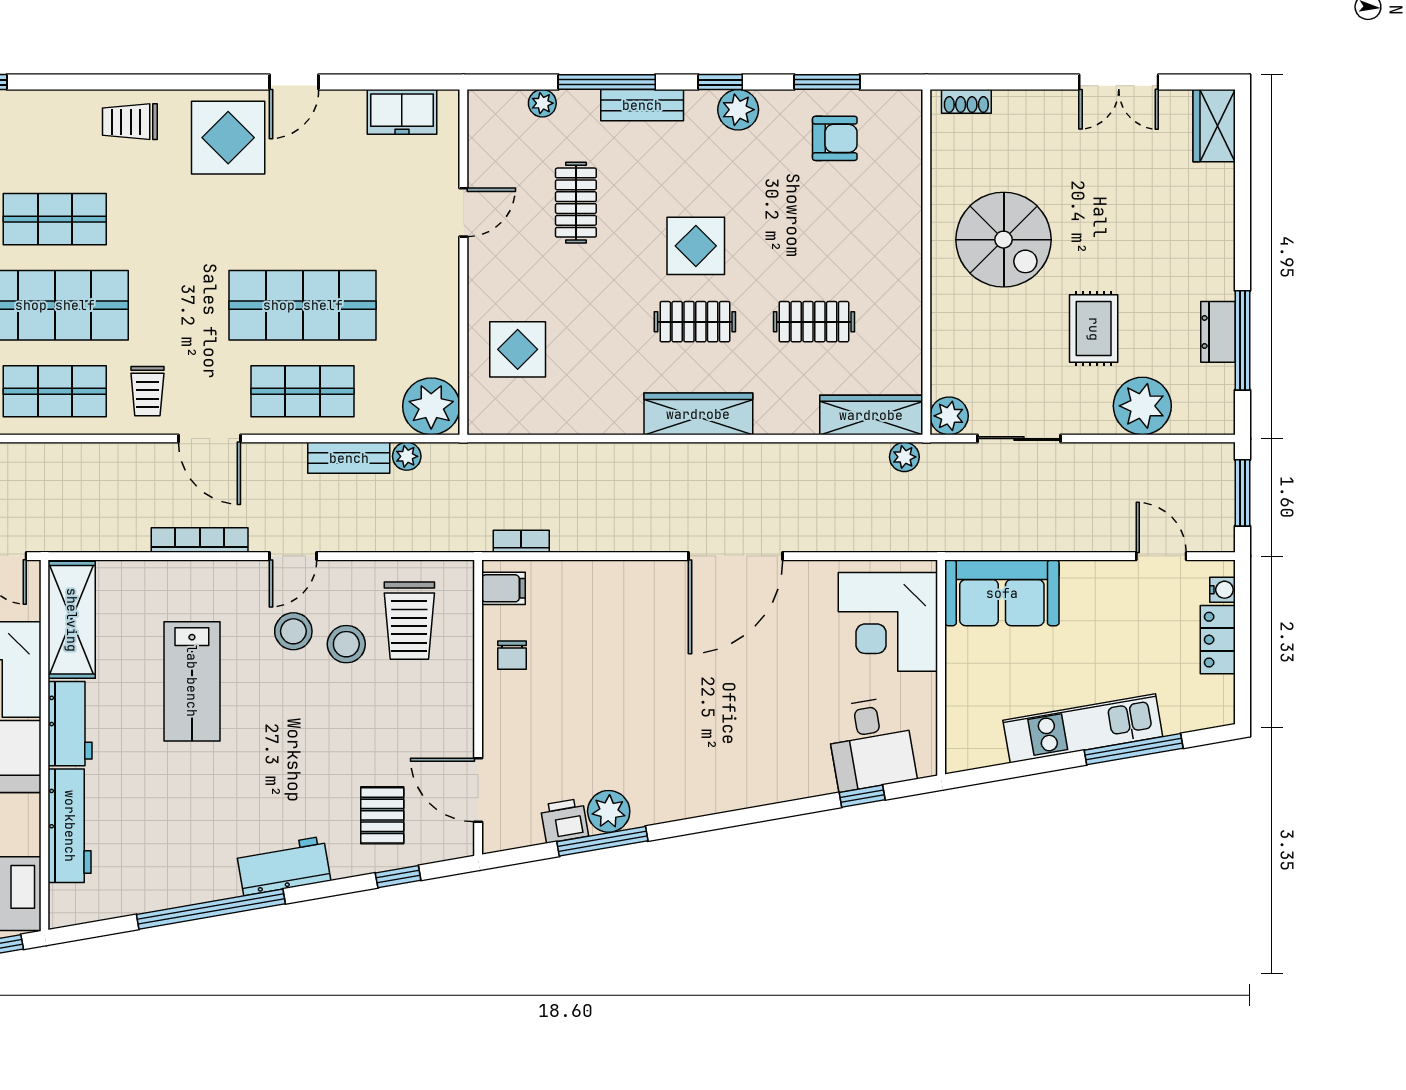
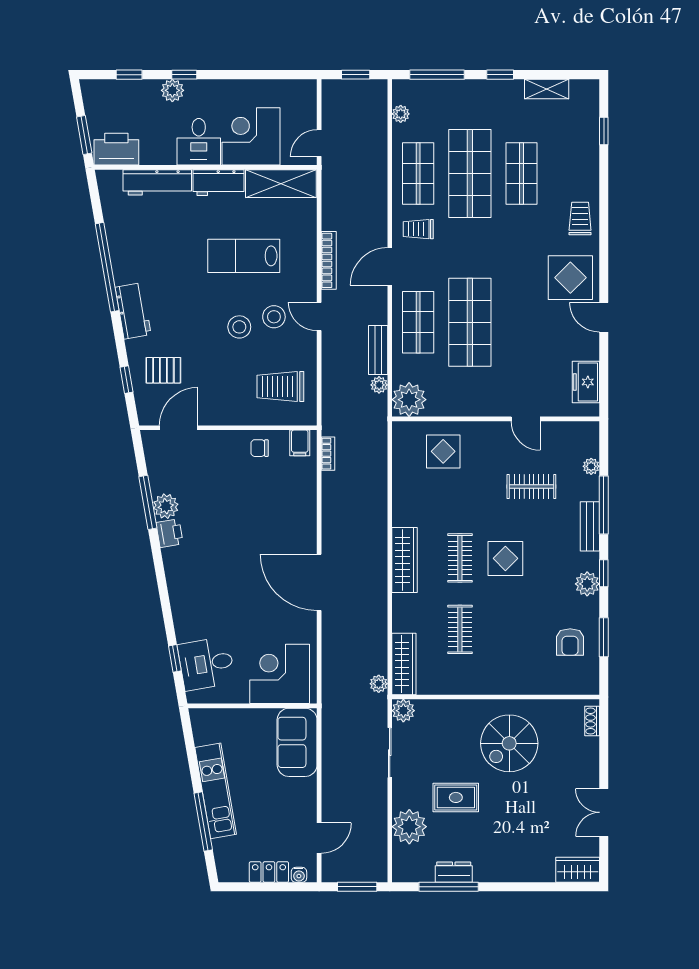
stool: (346, 644) -> (239, 327), moved
printer: (564, 821) -> (169, 533), moved

